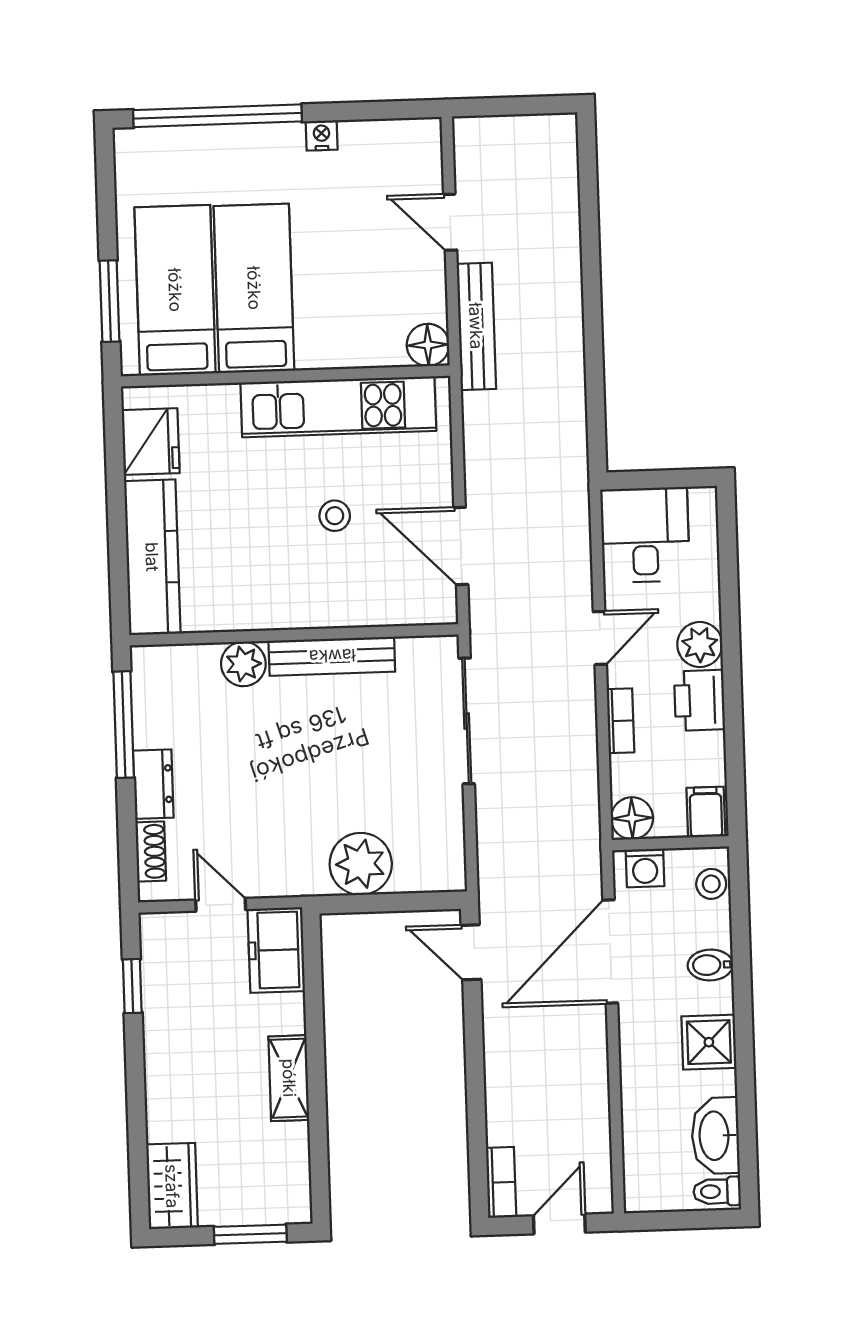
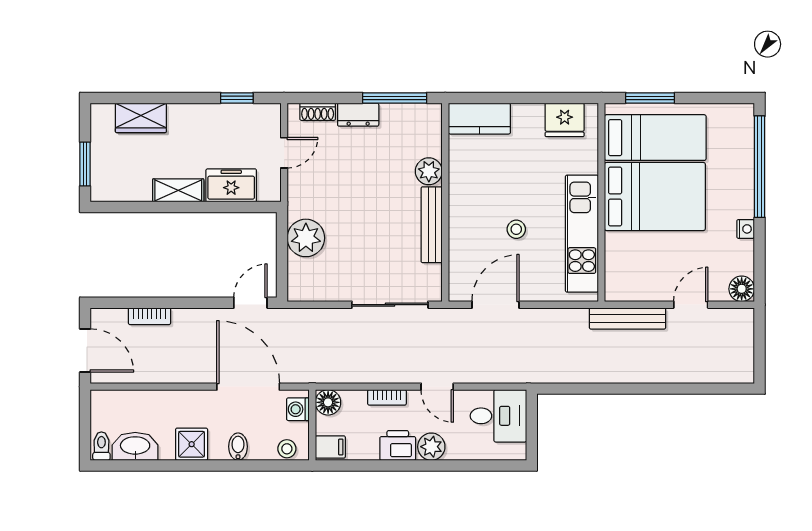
bed: (254, 288) -> (655, 196), width x1.50
floor lamp: (428, 345) -> (742, 289), moved
kitchen counter: (152, 557) -> (479, 119), width x0.67
freezer: (276, 950) -> (231, 185), moved
bookcase: (501, 1182) -> (150, 316), moved
wardrobe: (172, 1186) -> (141, 118), moved
door: (559, 1224) -> (85, 350), width x1.38

